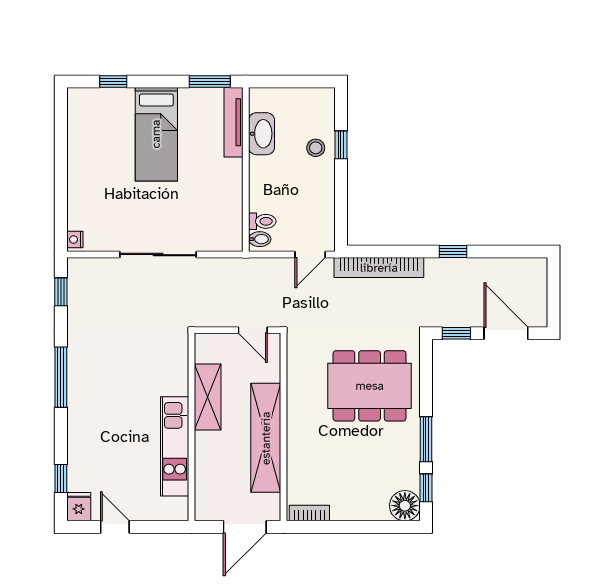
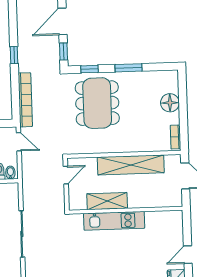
kitchen unit: (175, 446) -> (114, 221), moved
window: (426, 488) -> (90, 69), moved
floor lamp: (405, 506) -> (170, 103), moved

